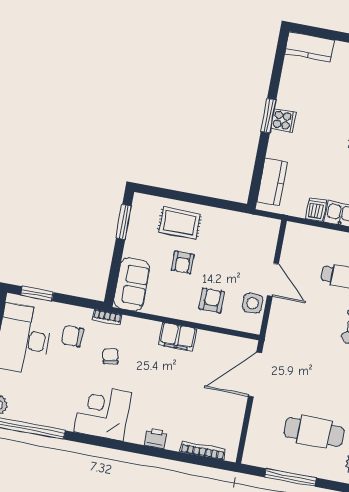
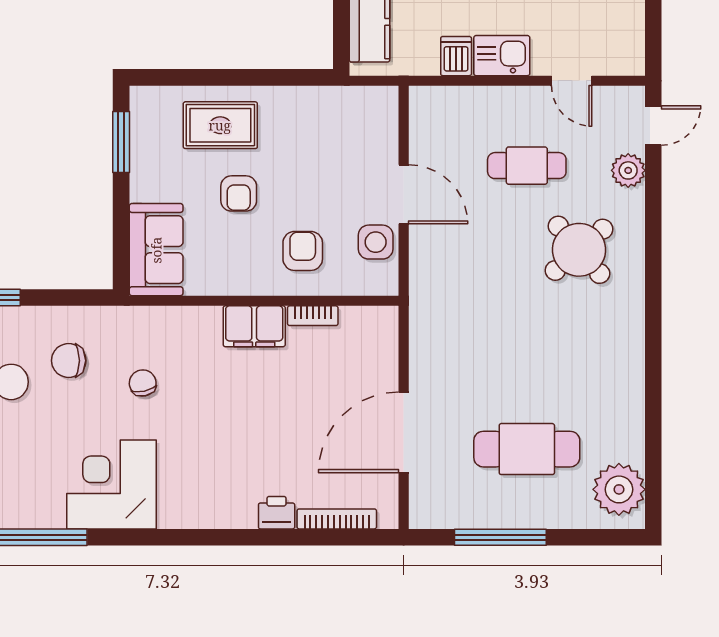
bookcase: (107, 317) -> (313, 316), moved
door: (255, 374) -> (404, 432), moved
corner desk: (103, 412) -> (111, 484), moved
printer: (156, 438) -> (277, 513), moved

